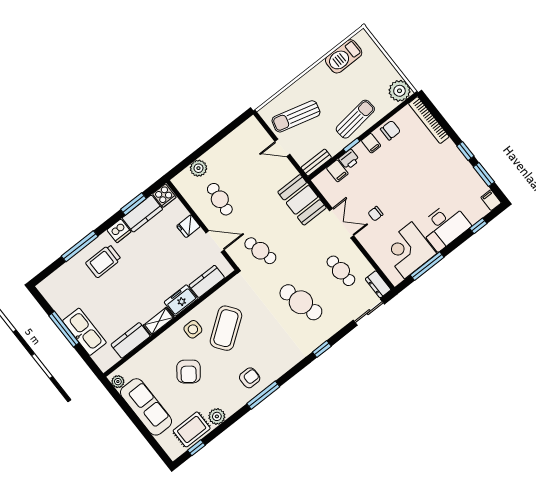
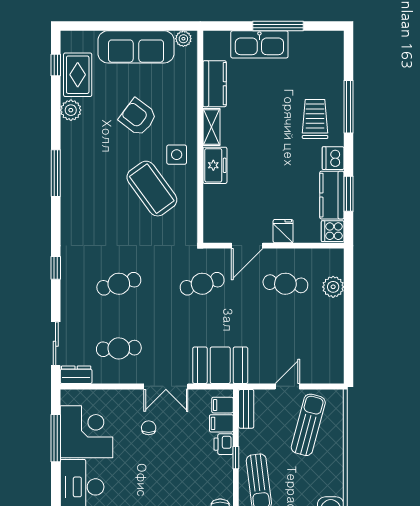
filing cabinet: (371, 143) -> (222, 405), moved
kitchen counter: (207, 281) -> (214, 206), removed
cafe table: (301, 302) -> (119, 284), width x0.73, depth x0.74
armchair: (250, 378) -> (84, 173), removed

